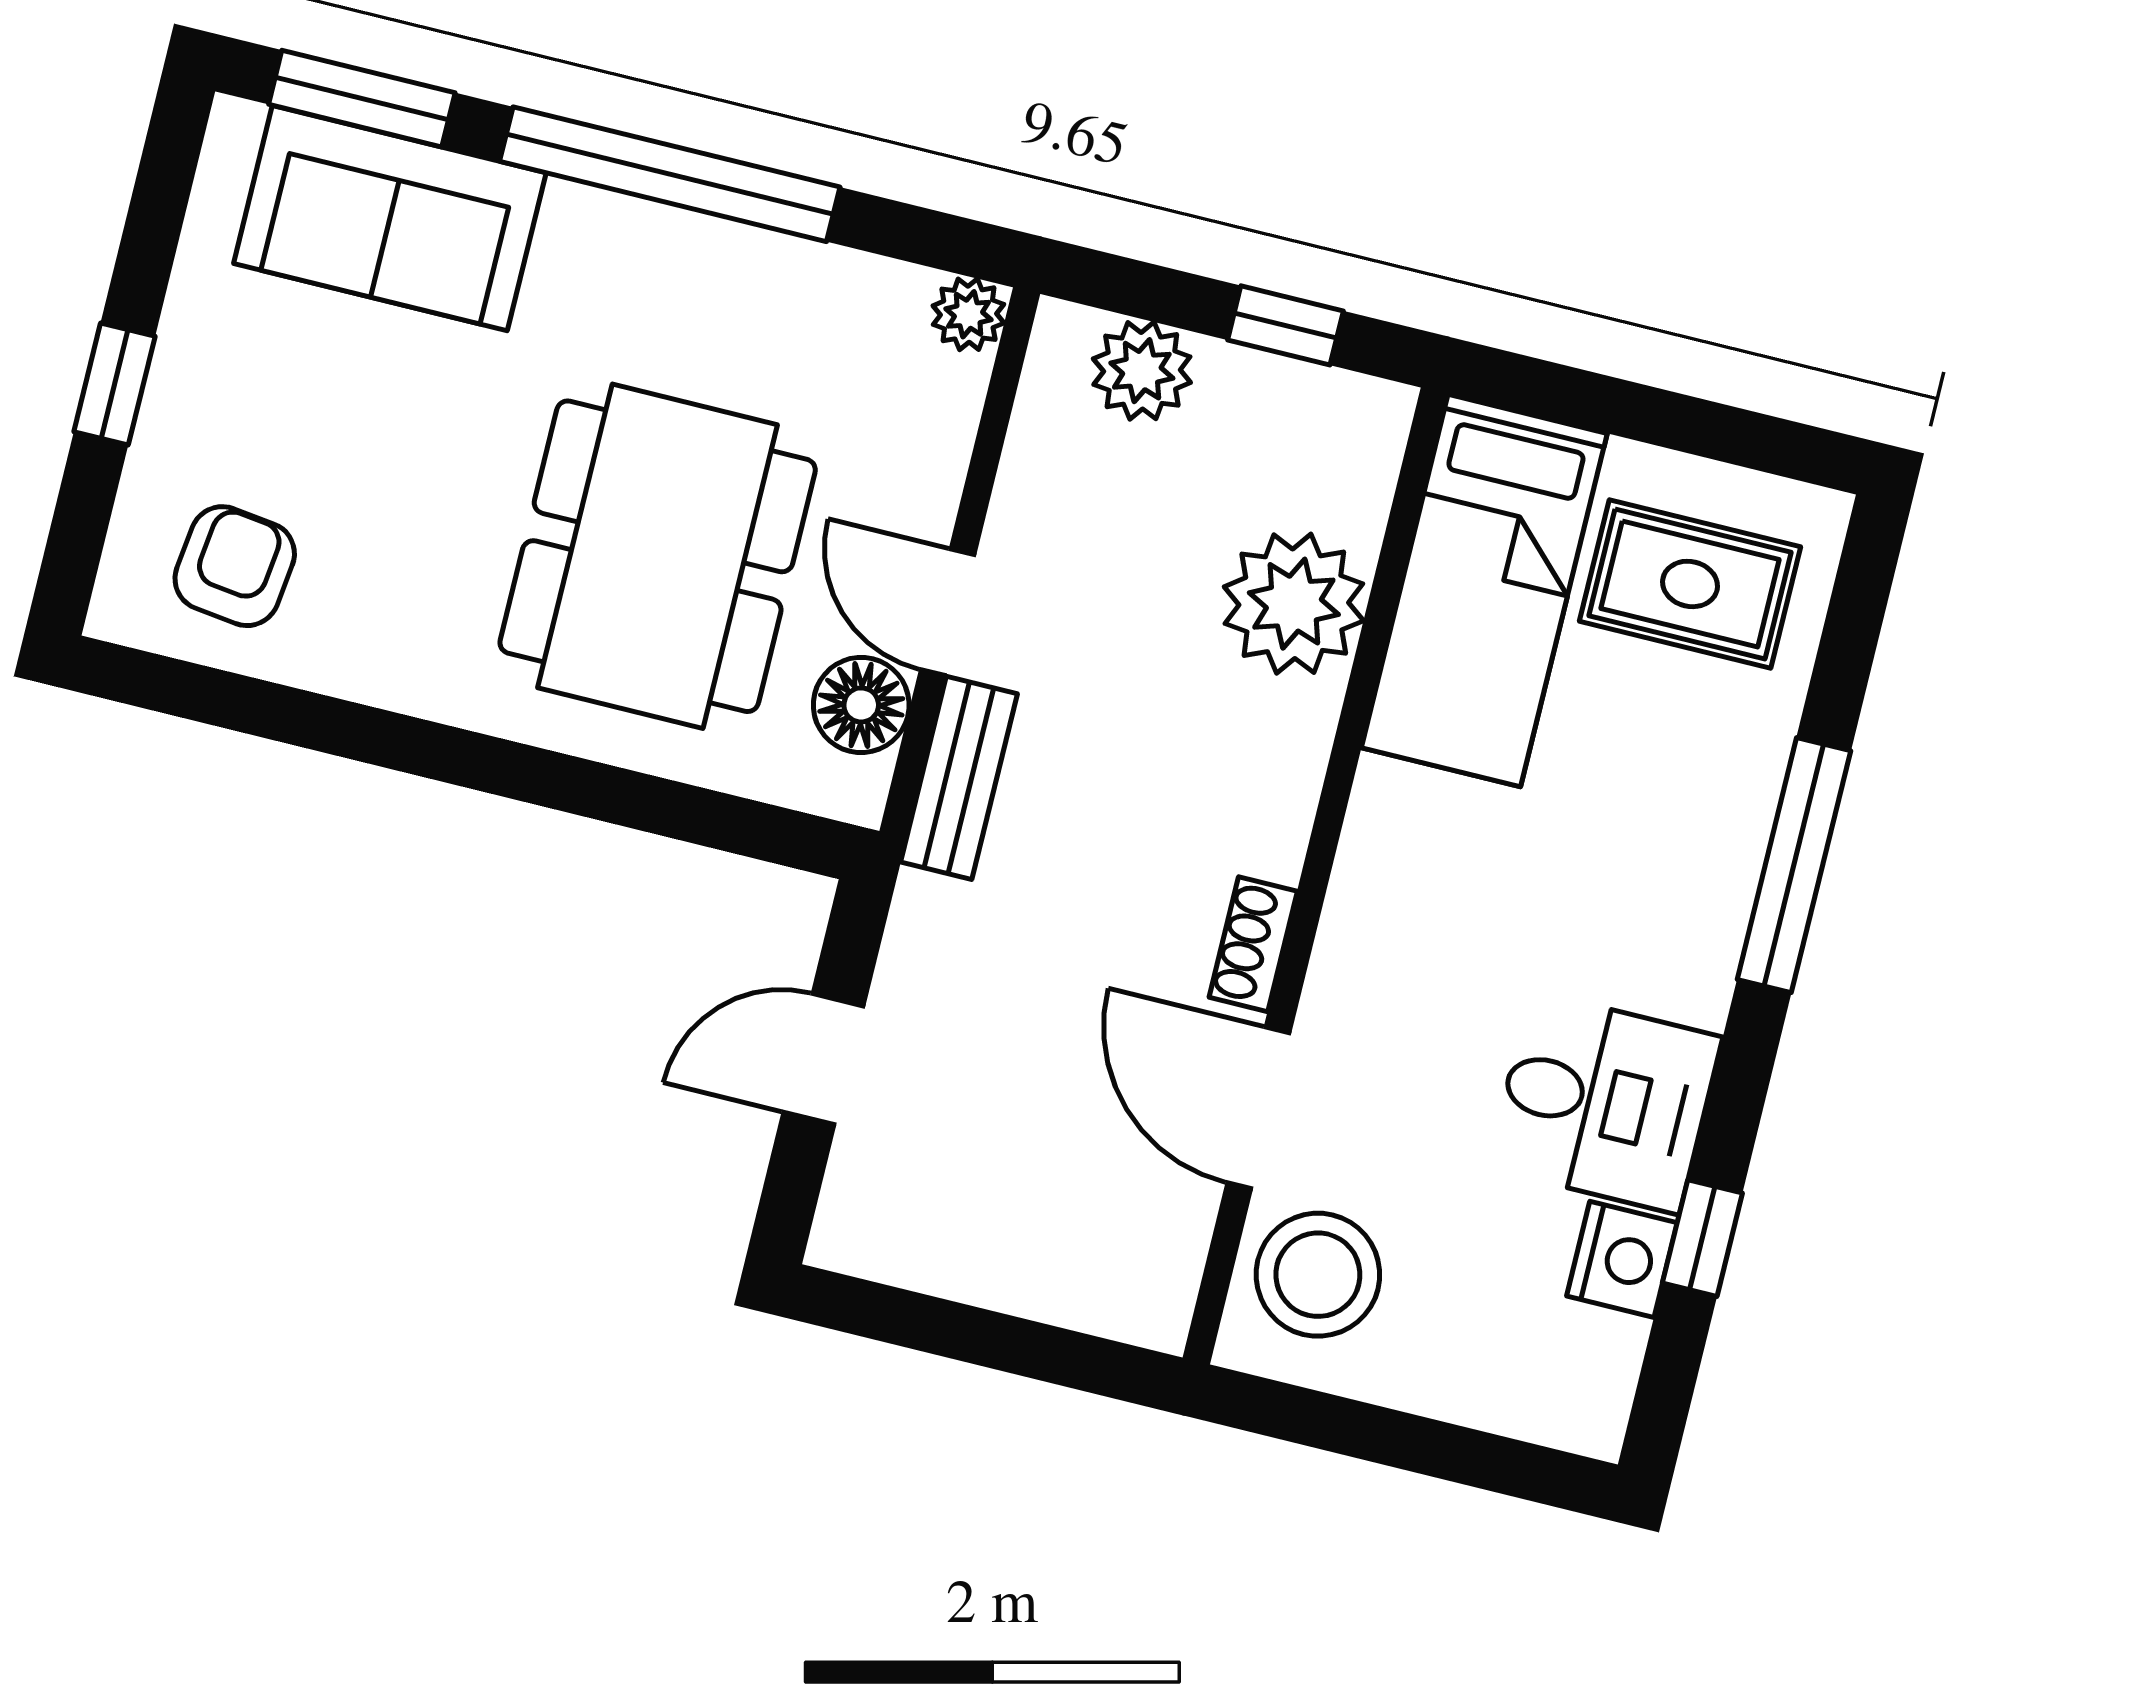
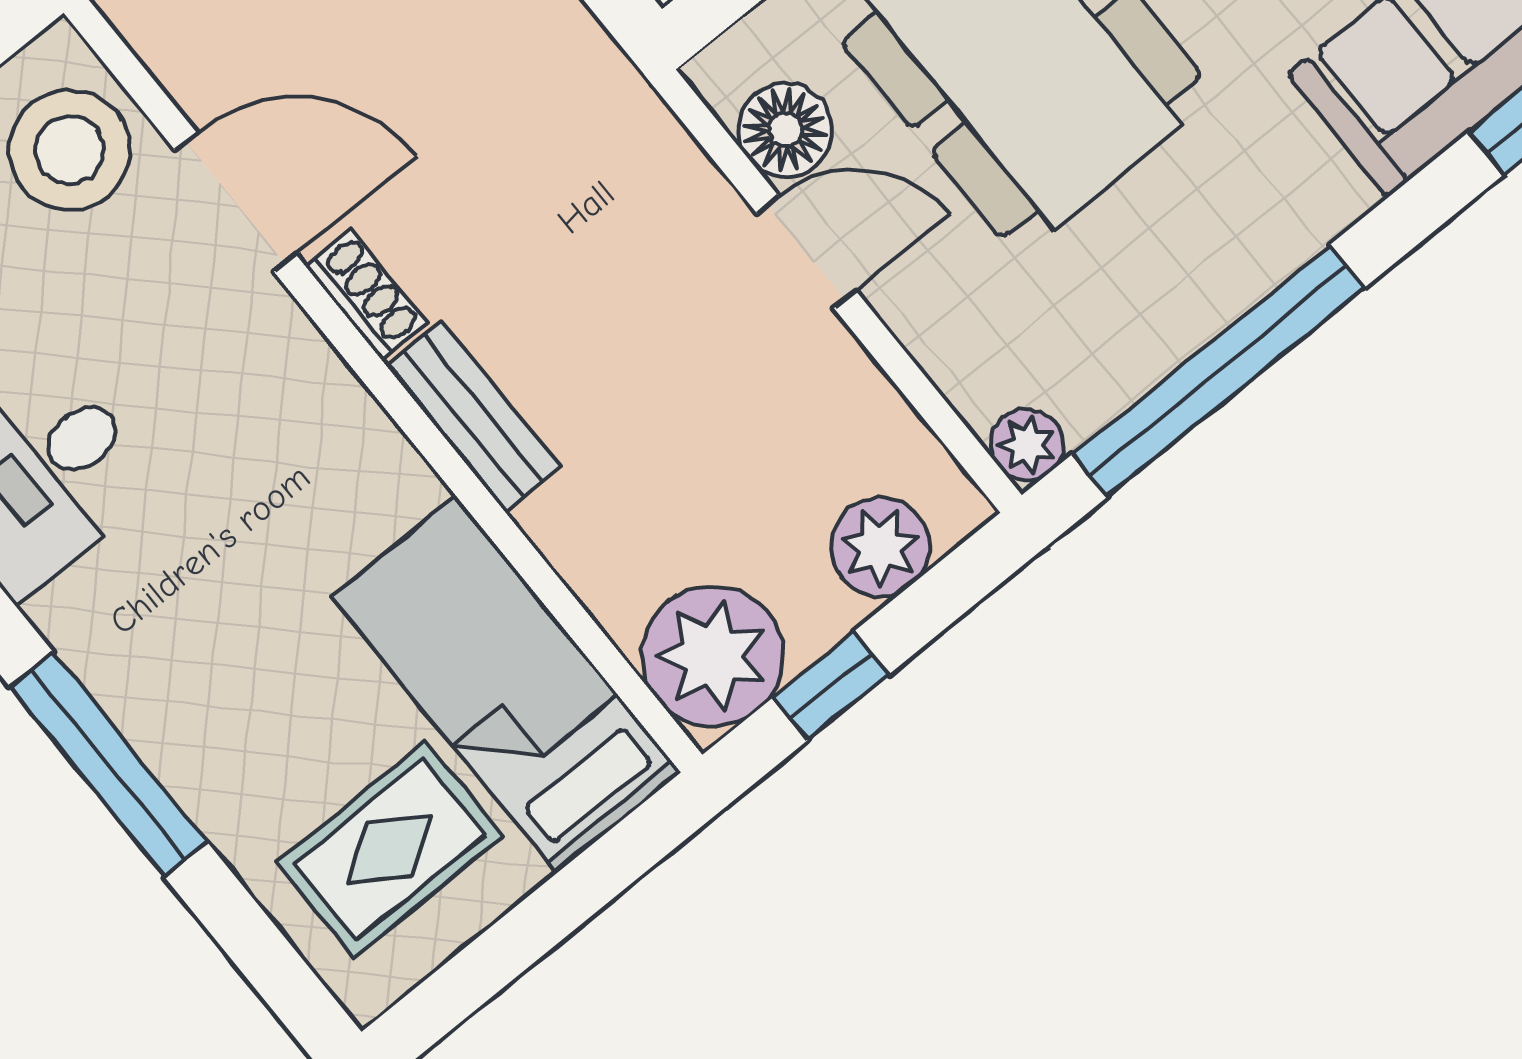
window: (670, 174) -> (1218, 371), moved
plant: (1294, 604) -> (713, 656), moved
bench: (959, 778) -> (473, 417), moved

